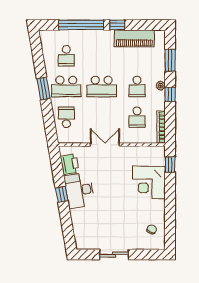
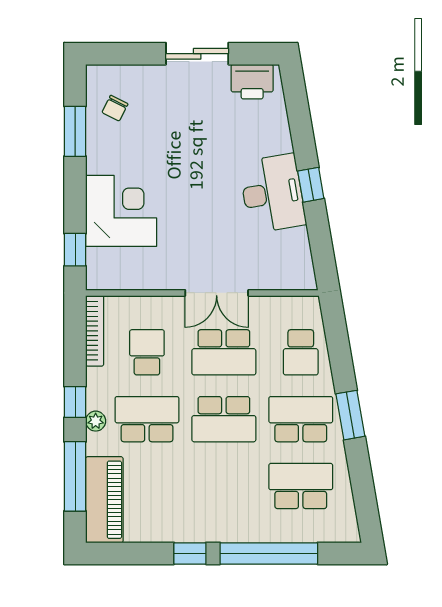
piano: (134, 38) -> (104, 500), moved, turned 90
school desk: (66, 56) -> (301, 486), width x1.85
window: (170, 60) -> (75, 476), width x1.44
school desk: (102, 87) -> (224, 419), turned 180
school desk: (137, 87) -> (147, 419), width x1.85
school desk: (102, 117) -> (224, 352), added
printer: (70, 164) -> (252, 82), moved, turned -80
window: (170, 219) -> (75, 131), added

